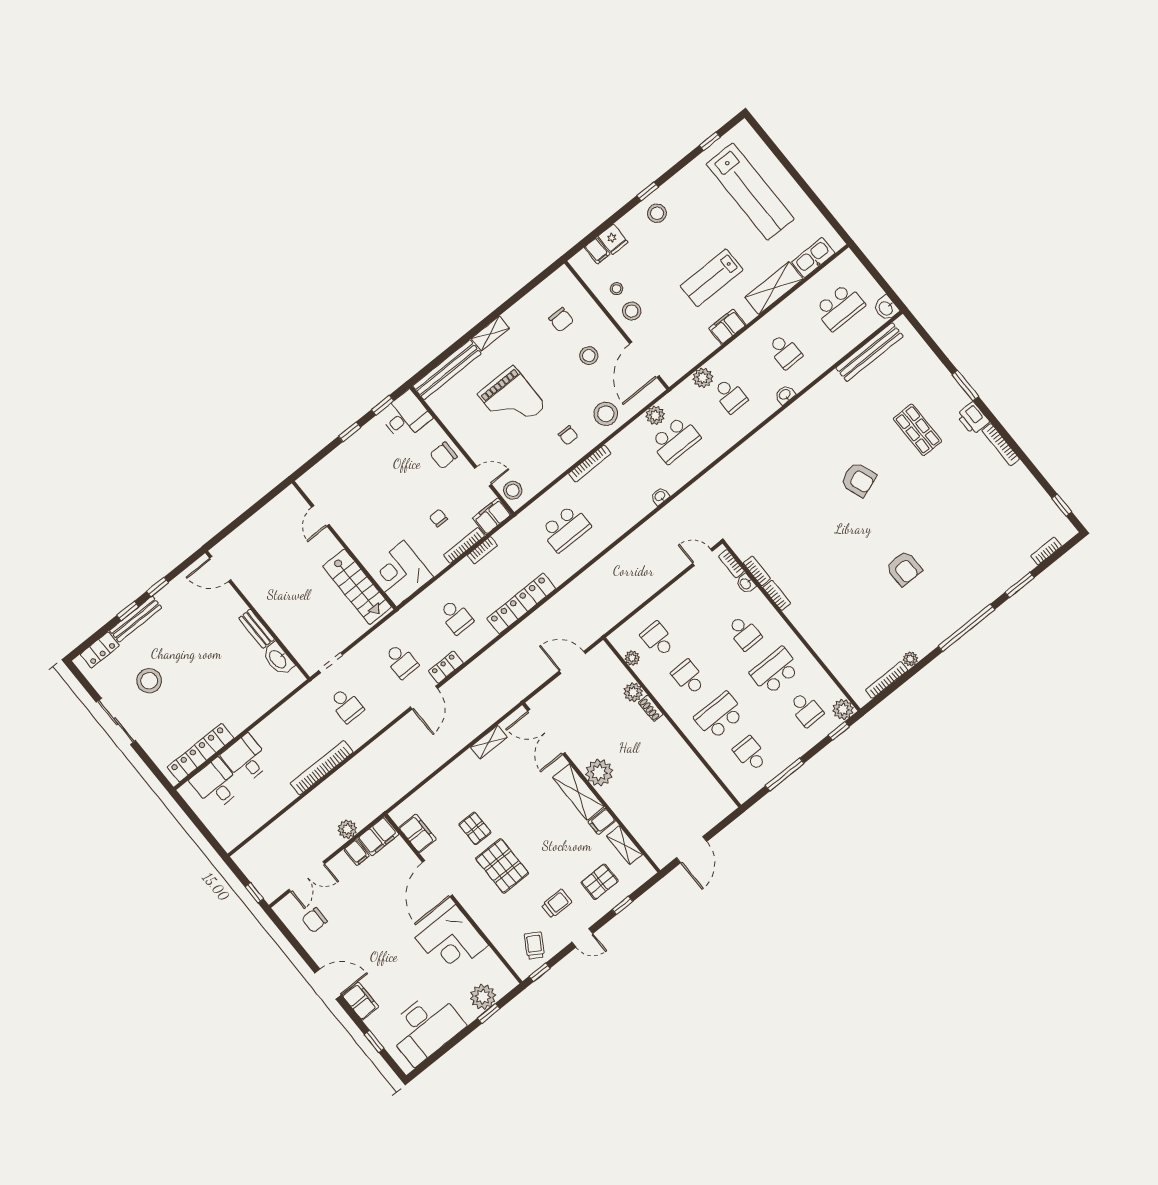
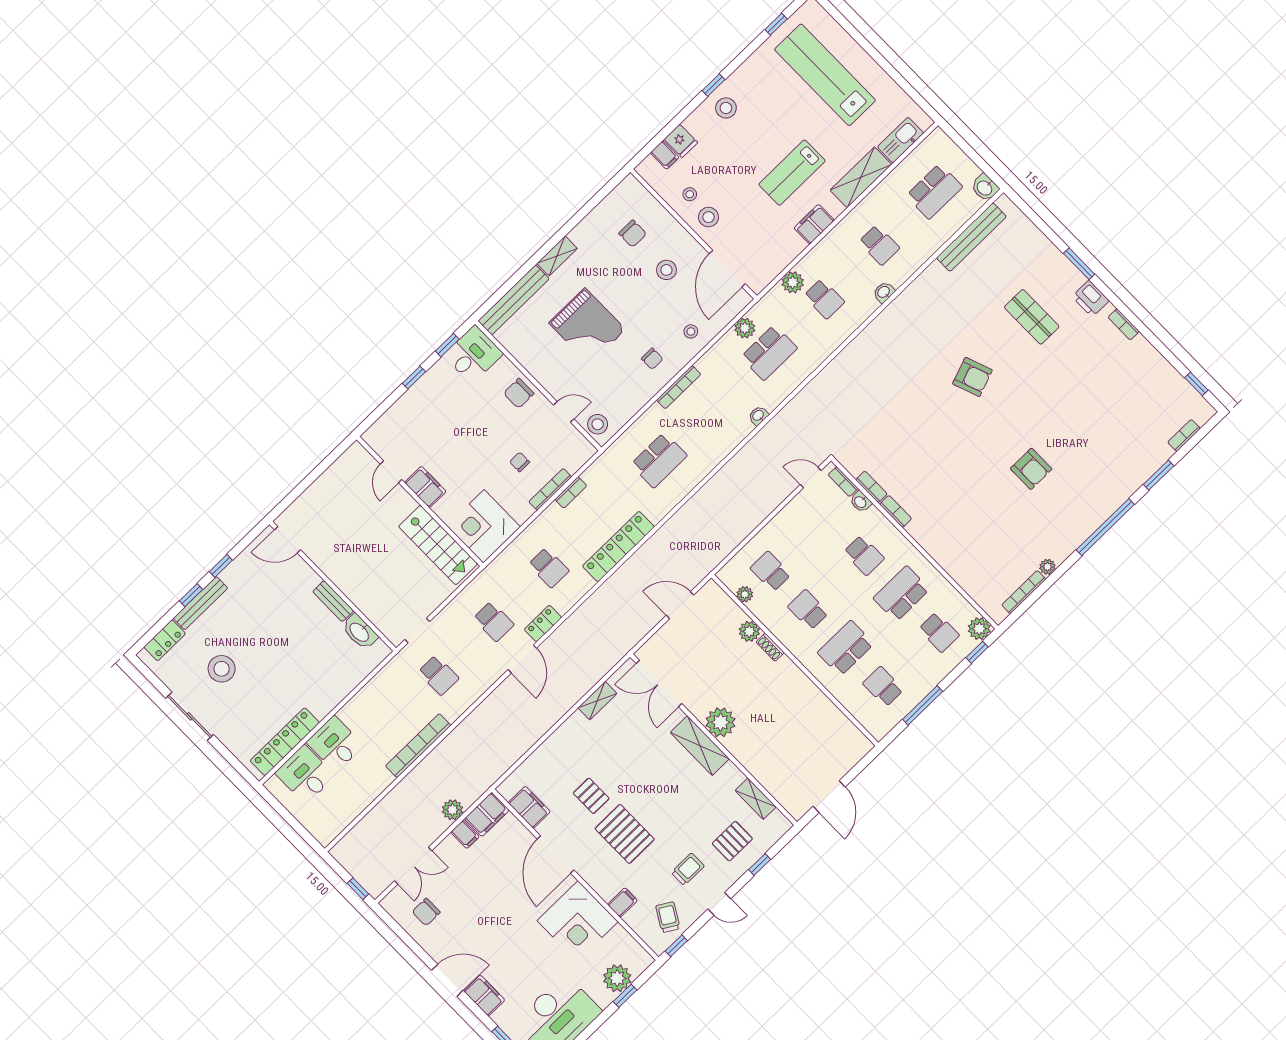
lab bench: (750, 192) -> (825, 75), turned 180
stool: (606, 414) -> (691, 331), width x0.53, depth x0.53
bookcase: (1001, 445) -> (1124, 324), width x0.64
filing cabinet: (492, 516) -> (425, 487), moved, turned 90
filing cabinet: (602, 821) -> (622, 902), moved, turned 180

